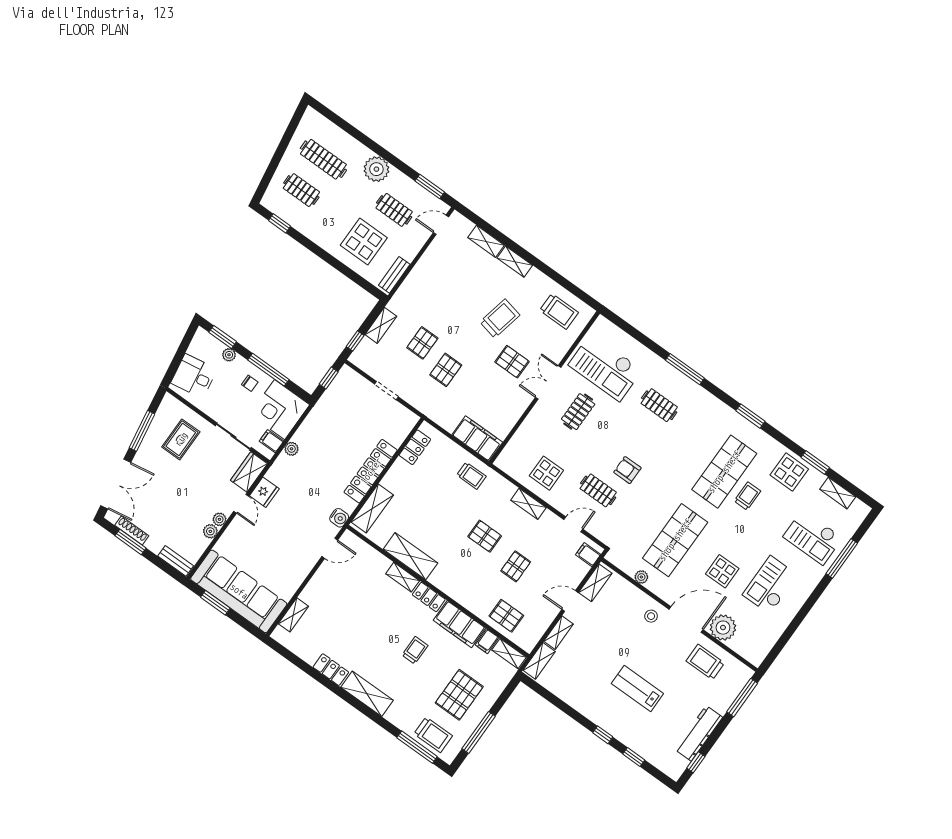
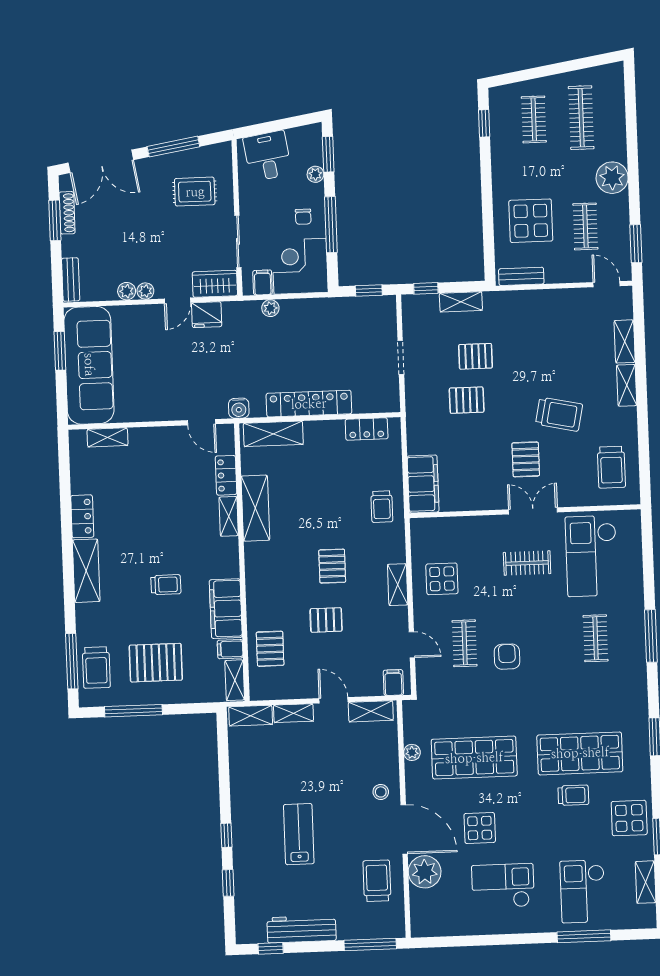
locker: (429, 597) -> (226, 475), moved

